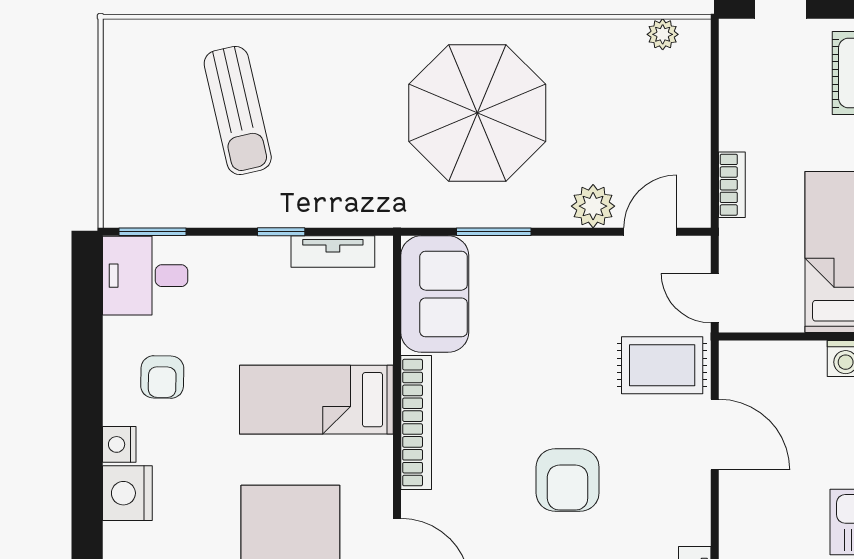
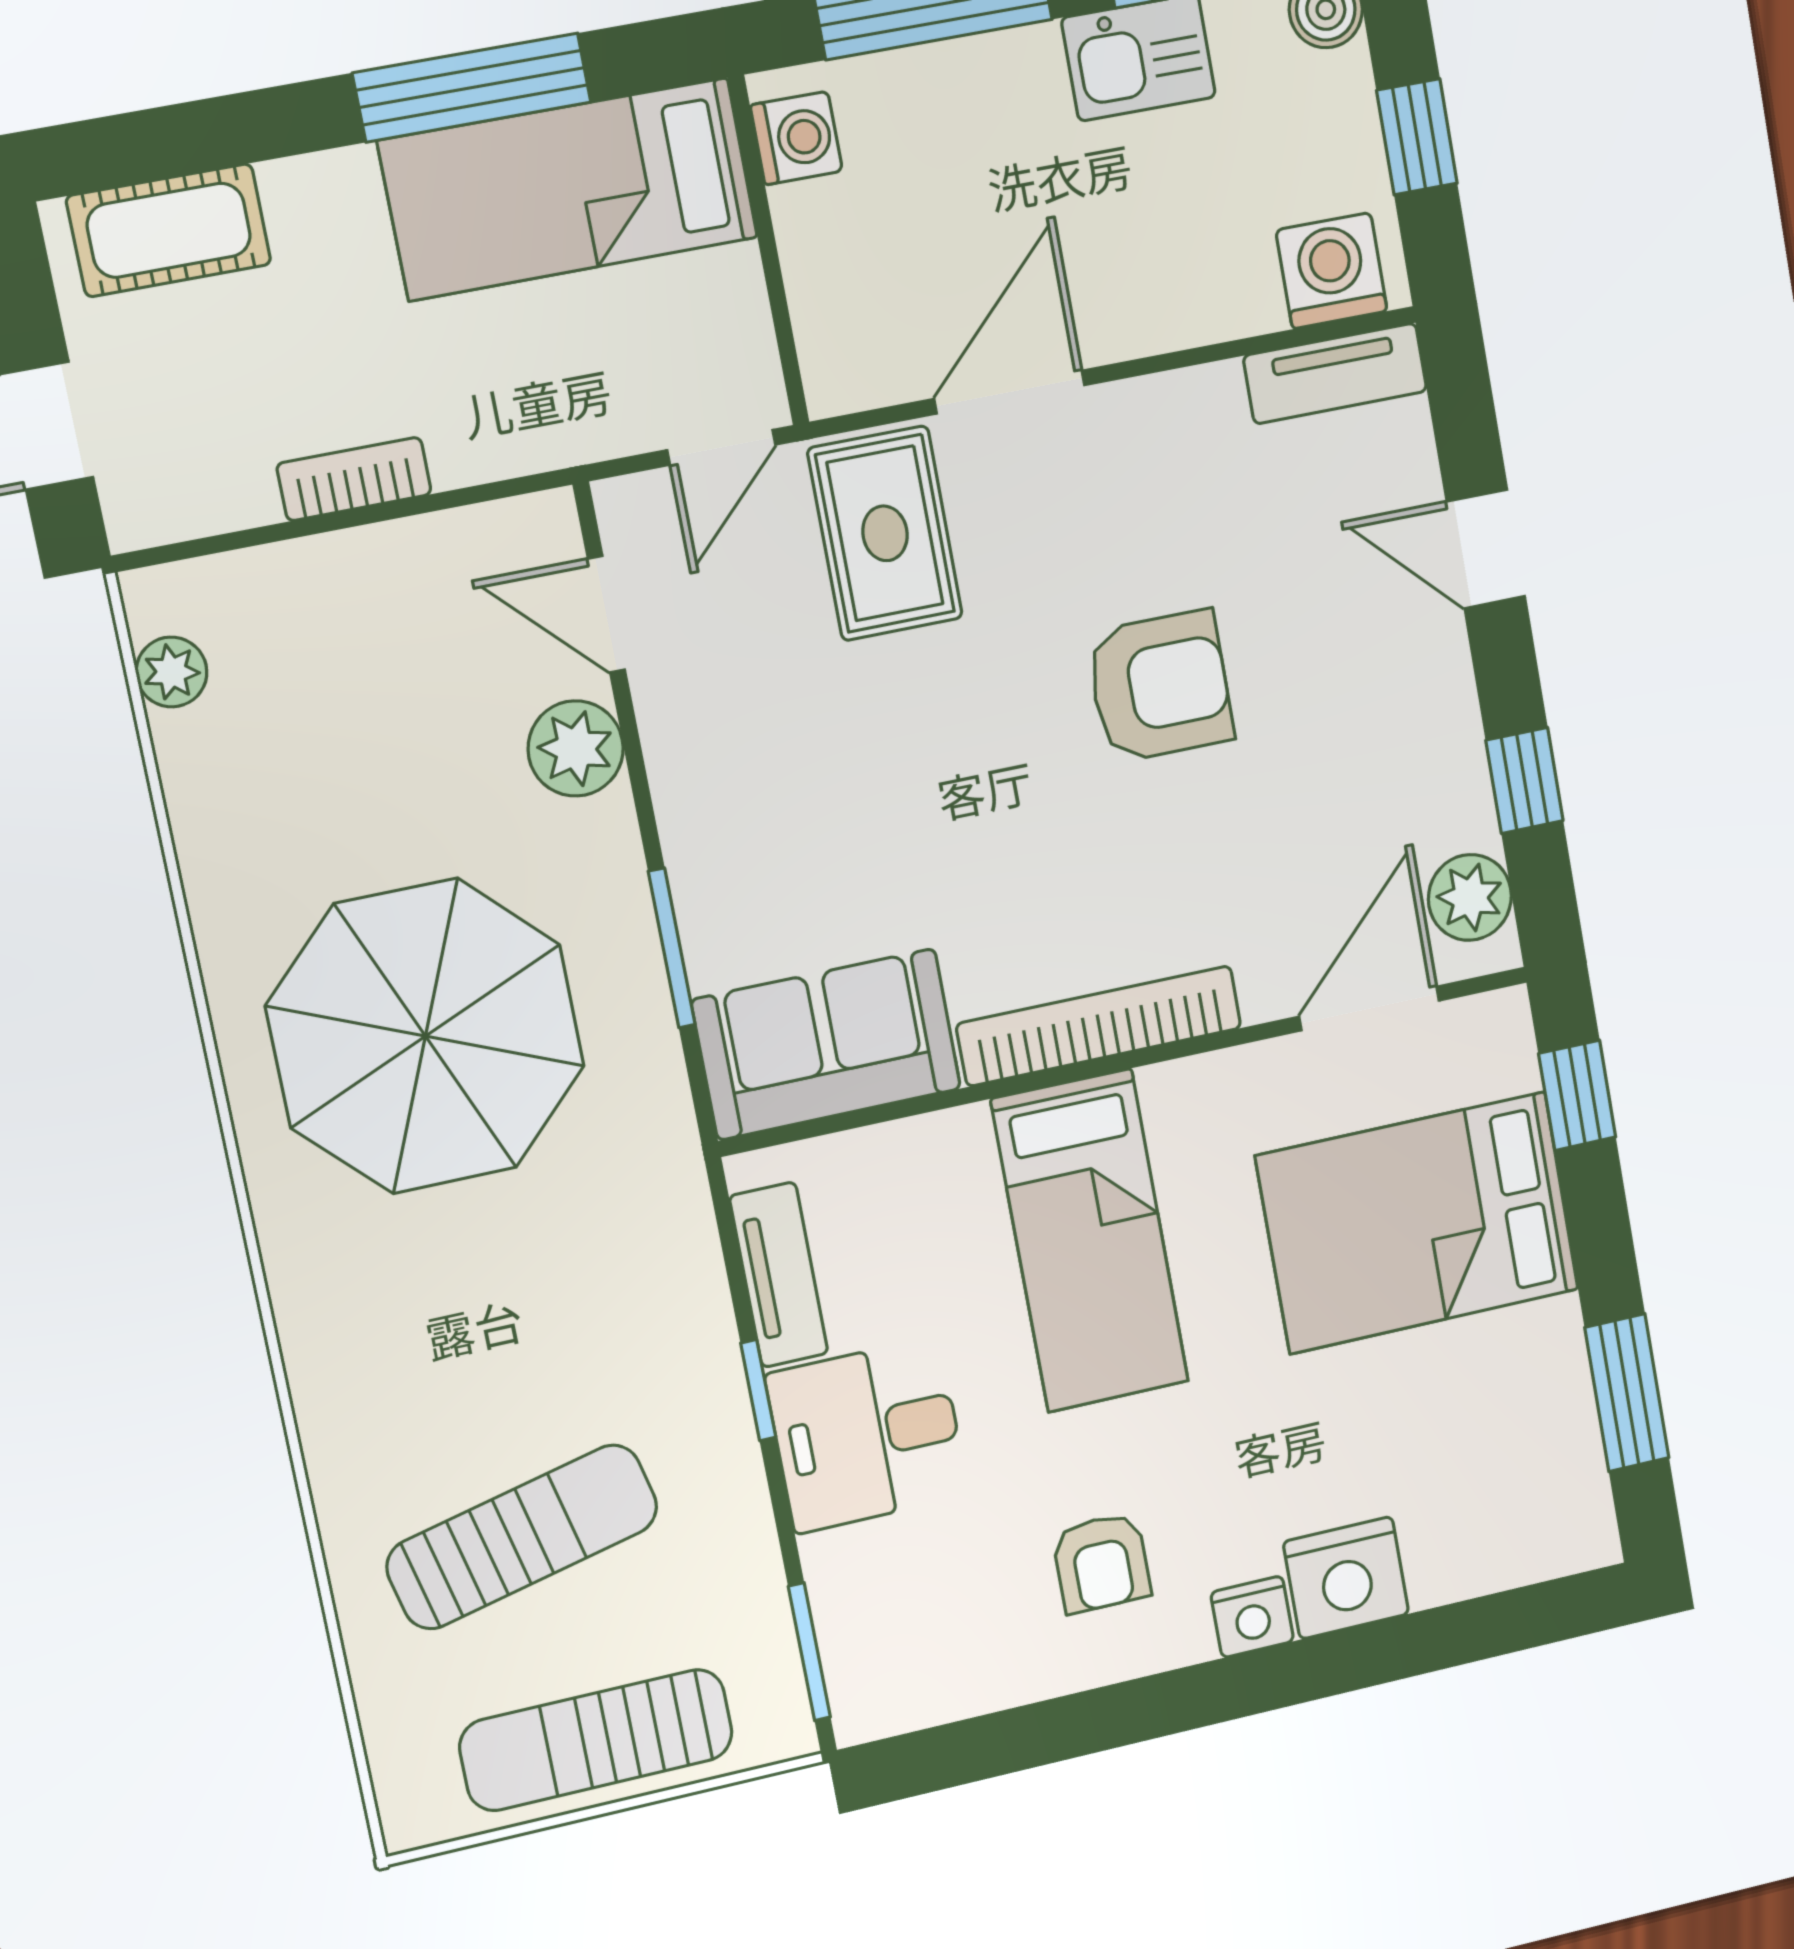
sun lounger: (134, 125) -> (596, 1740), added
bookcase: (732, 185) -> (354, 479), moved
desk: (145, 276) -> (867, 1435), moved, turned 90
armchair: (162, 377) -> (1101, 1563), turned 89

